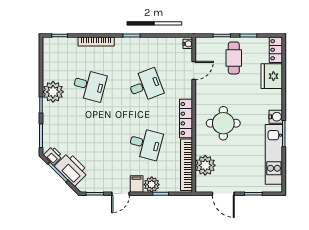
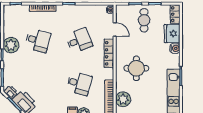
door: (194, 70) -> (115, 29), hinge flipped
water cooler: (276, 117) -> (175, 48), moved
locker: (186, 119) -> (109, 53), moved

